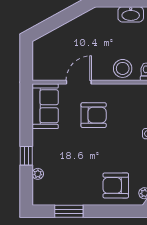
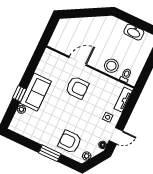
sofa: (45, 106) -> (36, 92), moved
window: (69, 211) -> (50, 153), moved

